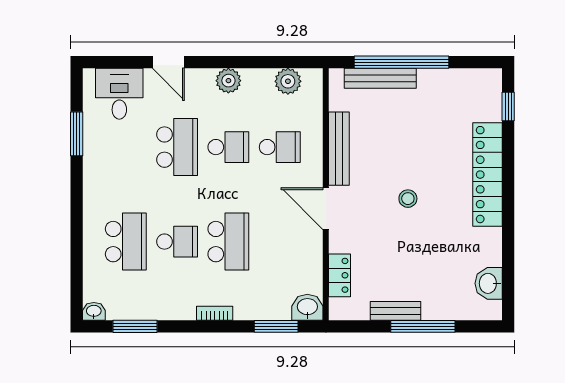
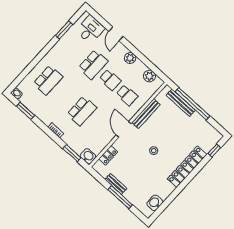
school desk: (177, 242) -> (65, 95), removed

